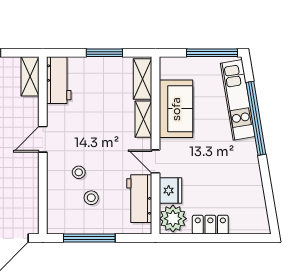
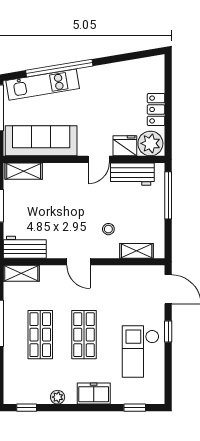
sofa: (176, 109) -> (41, 141), width x1.36
shelving: (143, 119) -> (137, 251), moved
stool: (91, 198) -> (131, 218), removed
window: (89, 238) -> (168, 195), moved

